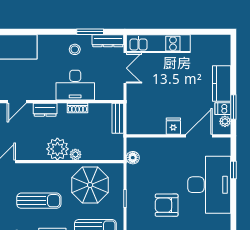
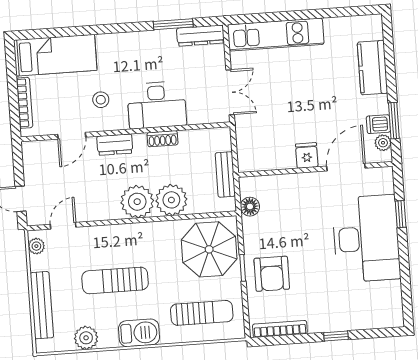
stool: (75, 49) -> (101, 100), moved
double door: (125, 68) -> (230, 92), moved
kitchen counter: (222, 84) -> (373, 68), moved
bench: (118, 118) -> (225, 174), moved
plant: (75, 154) -> (171, 200), width x1.88, depth x1.88
parasol: (90, 185) -> (209, 249), moved
sun lounger: (39, 201) -> (115, 280), turned 180
armchair: (167, 205) -> (272, 274), moved, turned -90

